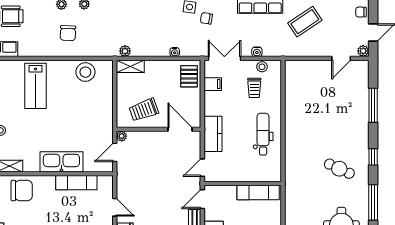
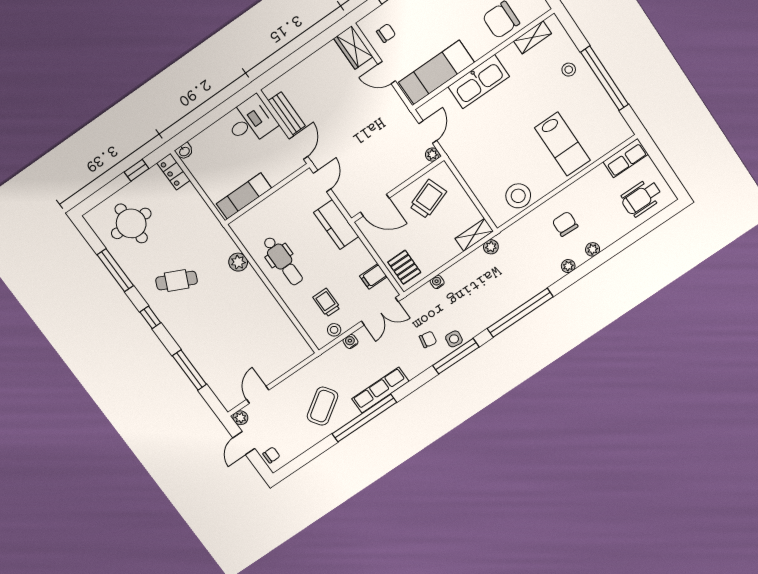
lab bench: (36, 86) -> (562, 144), turned 180
plant: (292, 153) -> (238, 262), added
exam couch: (76, 183) -> (437, 72), width x1.36, depth x1.45

